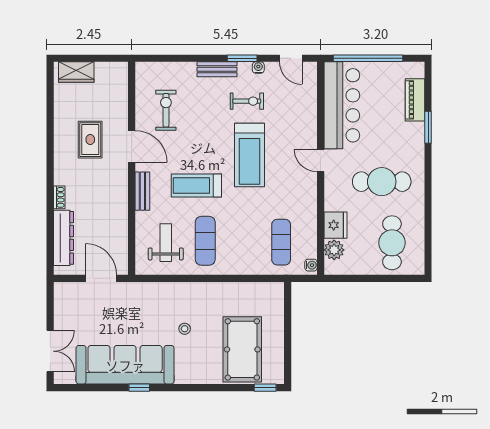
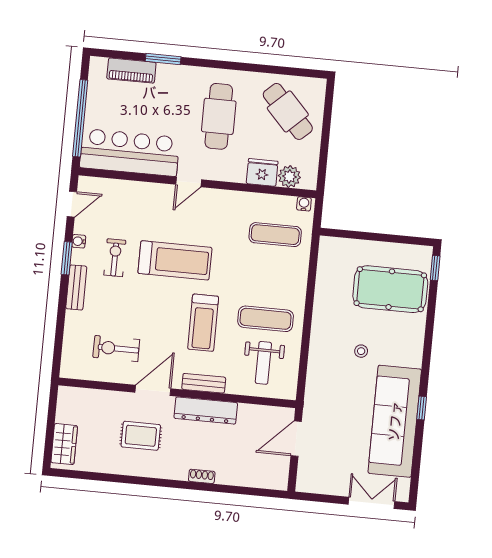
dresser: (64, 238) -> (206, 411), moved, turned 180
weight bench: (166, 243) -> (263, 363), turned -90
cafe table: (392, 243) -> (288, 111), turned 47

